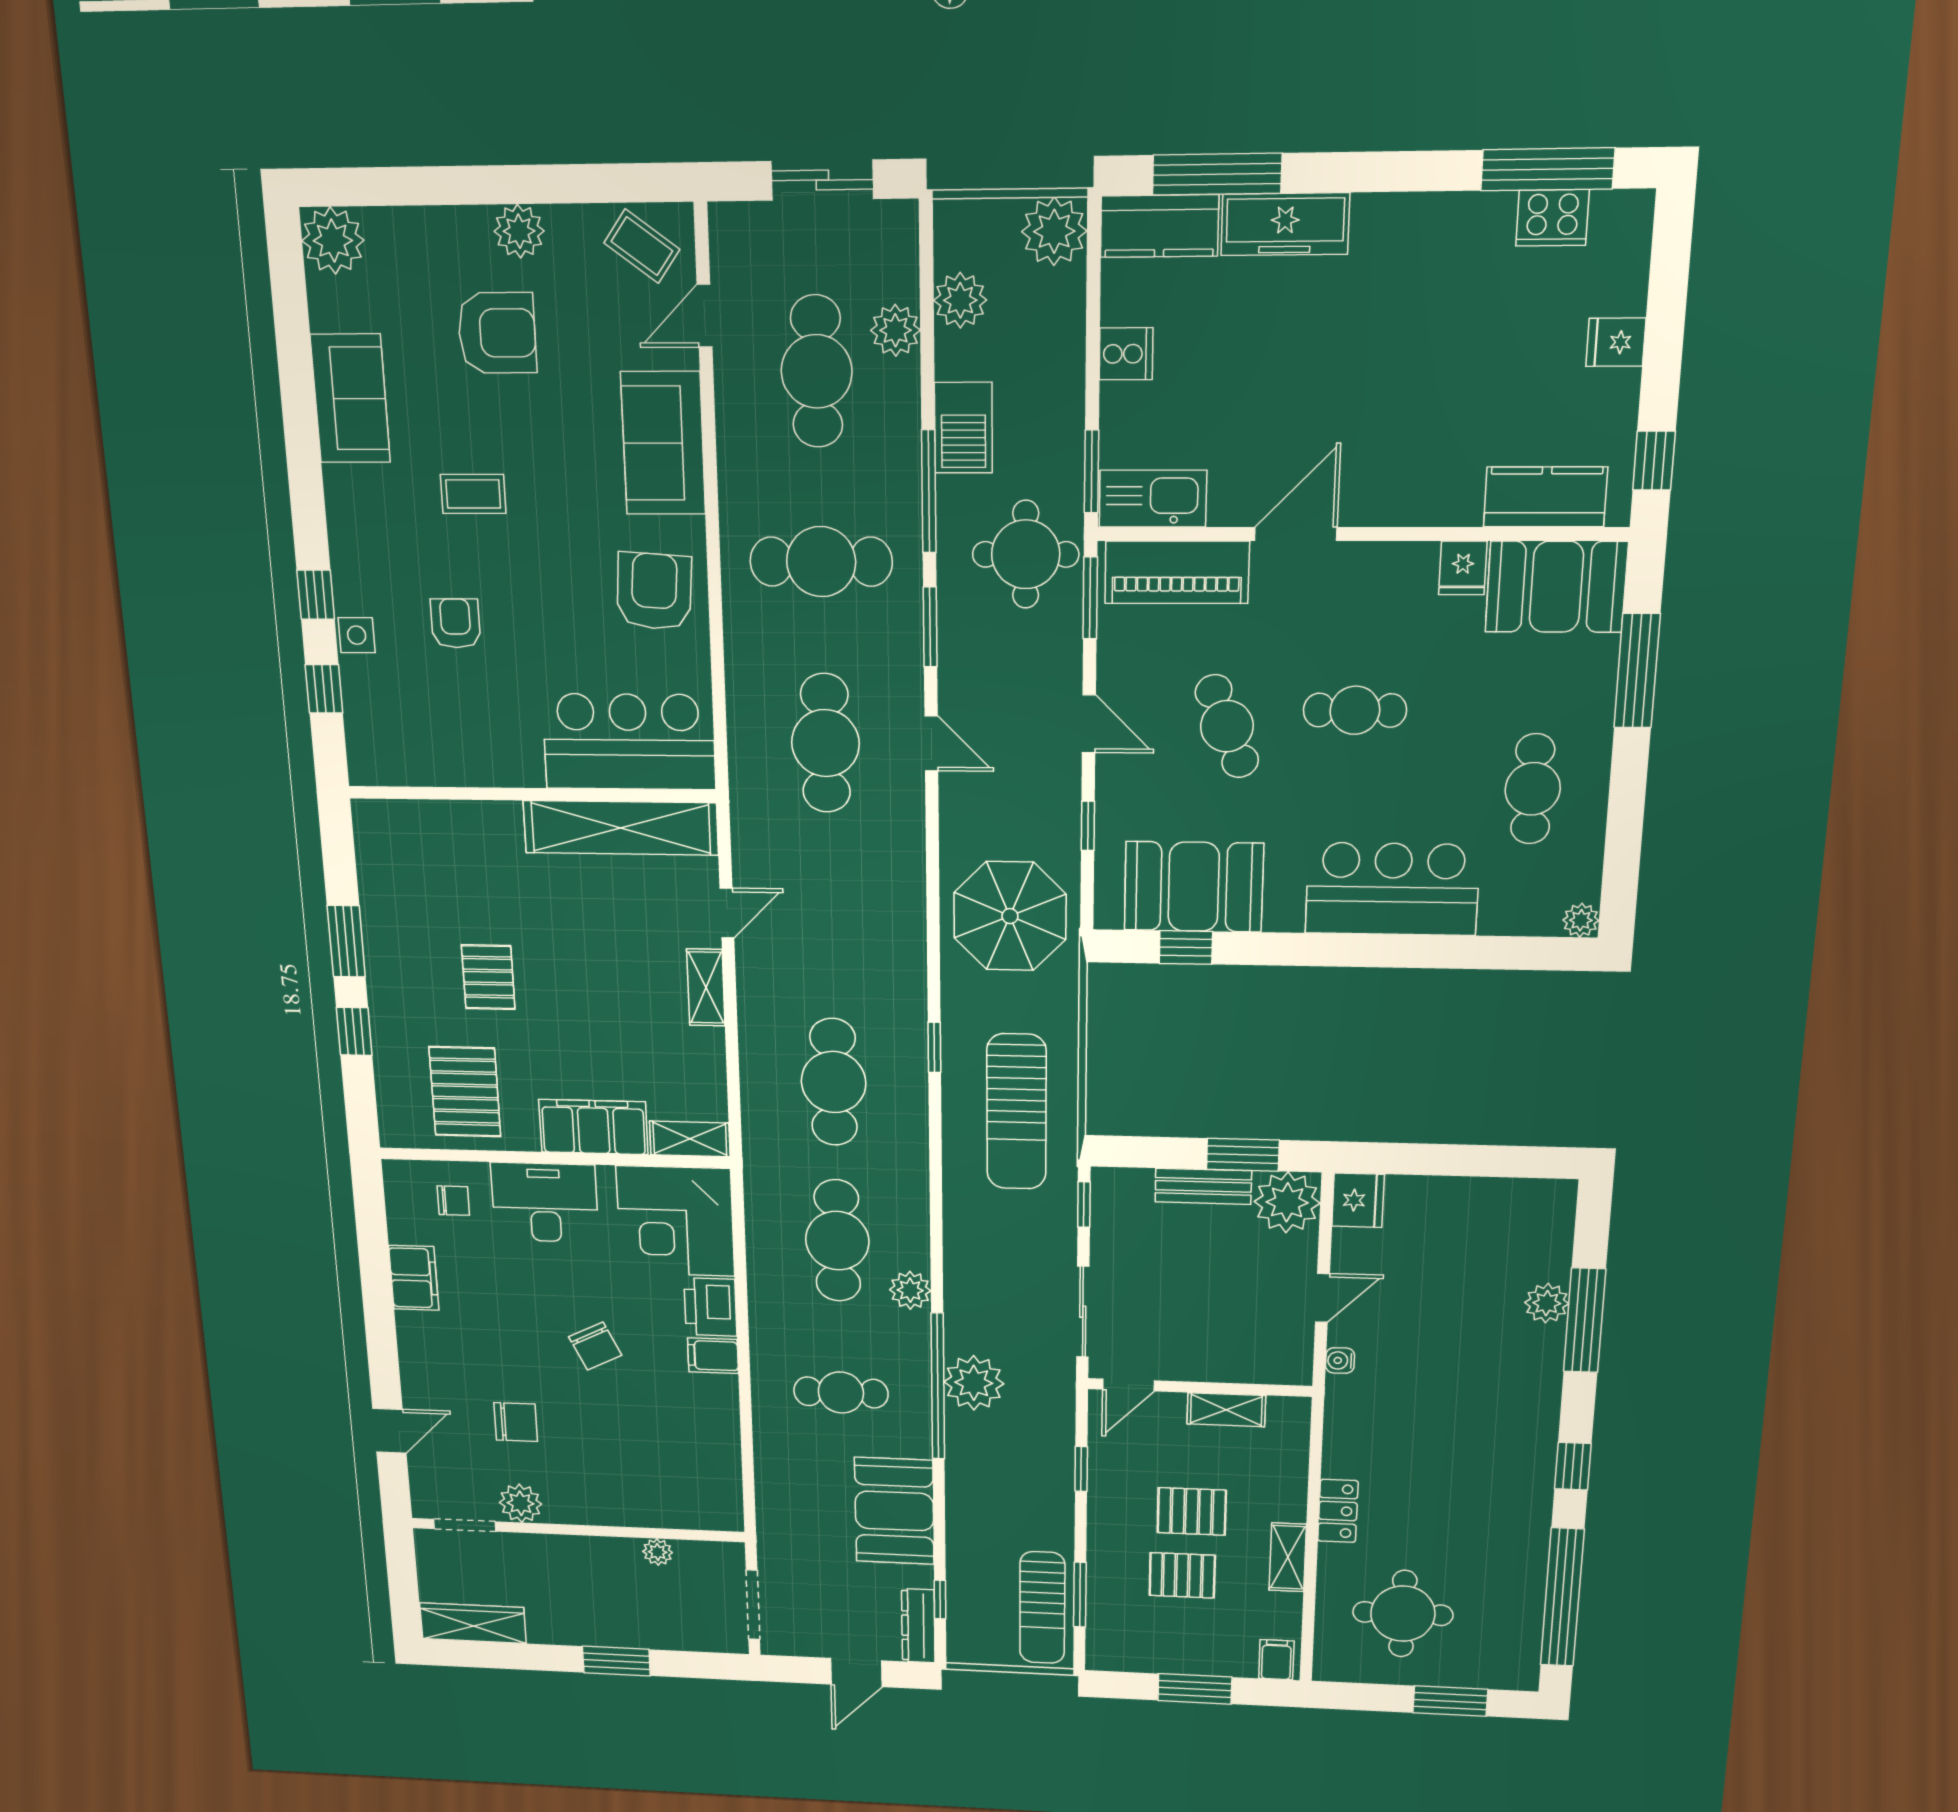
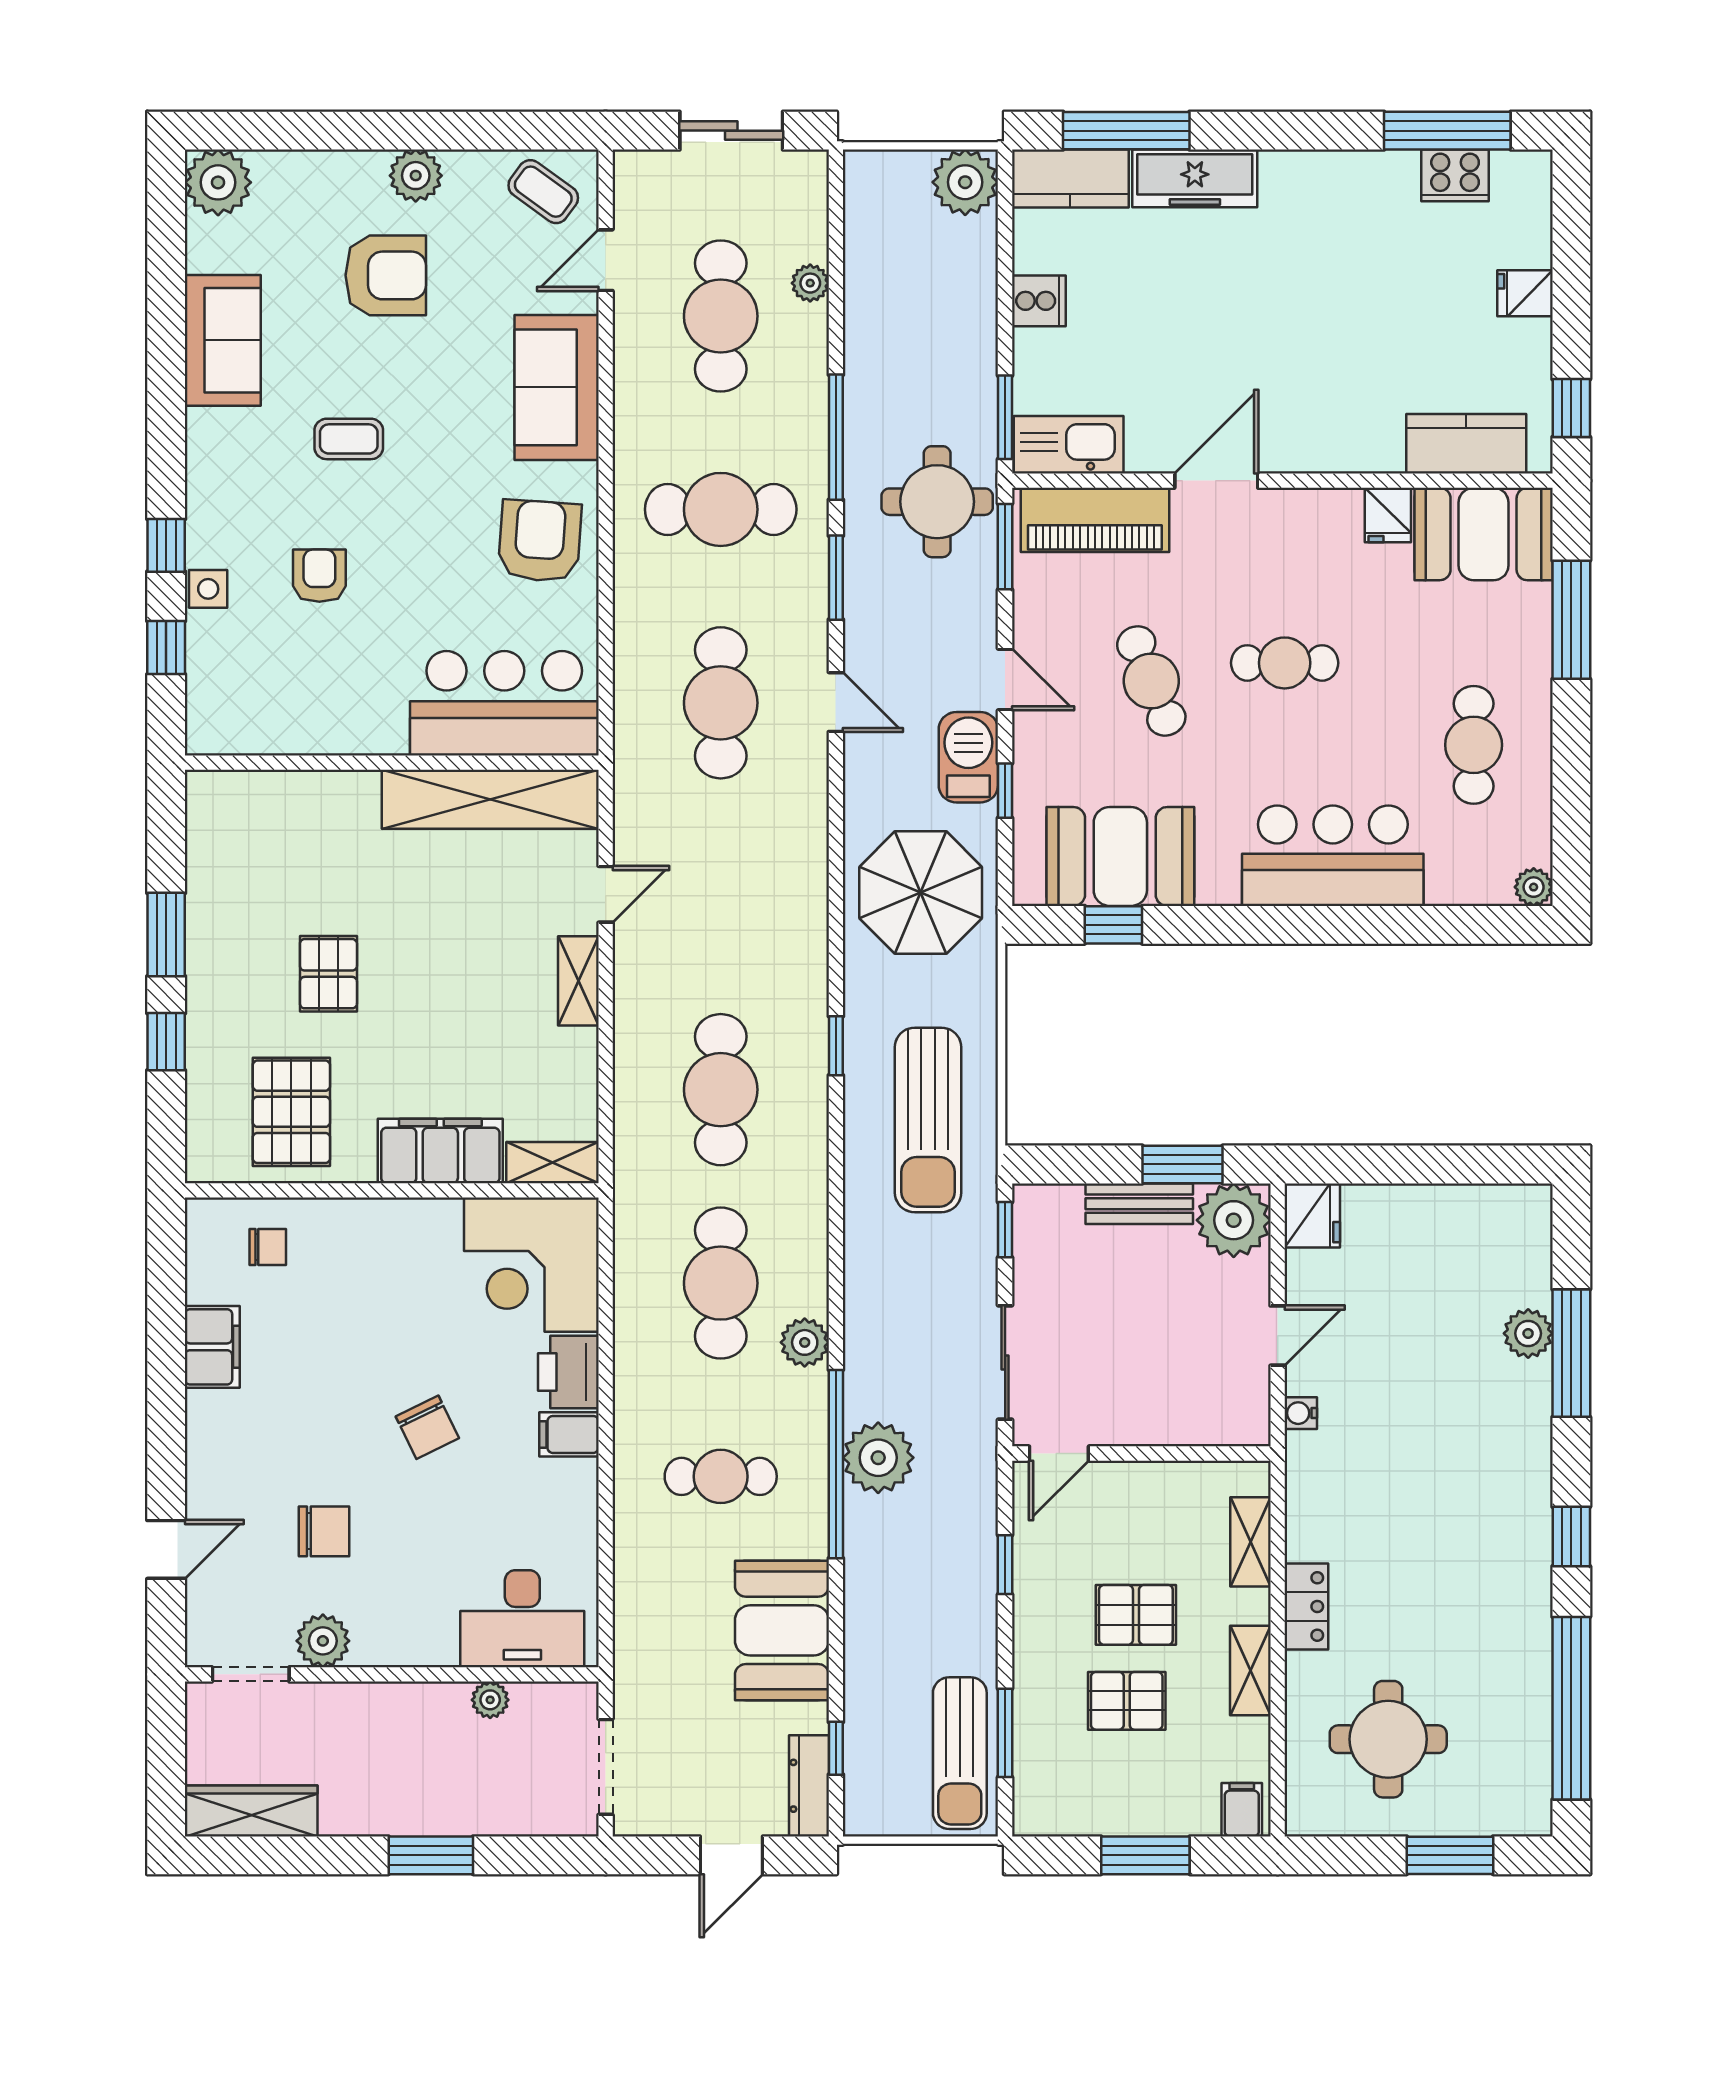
plant: (960, 300) -> (870, 247), removed
plant: (895, 330) -> (810, 283), width x0.73, depth x0.73
barbecue: (963, 428) -> (968, 757), moved, turned 180
desk: (545, 1202) -> (522, 1619), moved, turned 180
shelving: (1226, 1410) -> (1250, 1542), moved, turned 90

